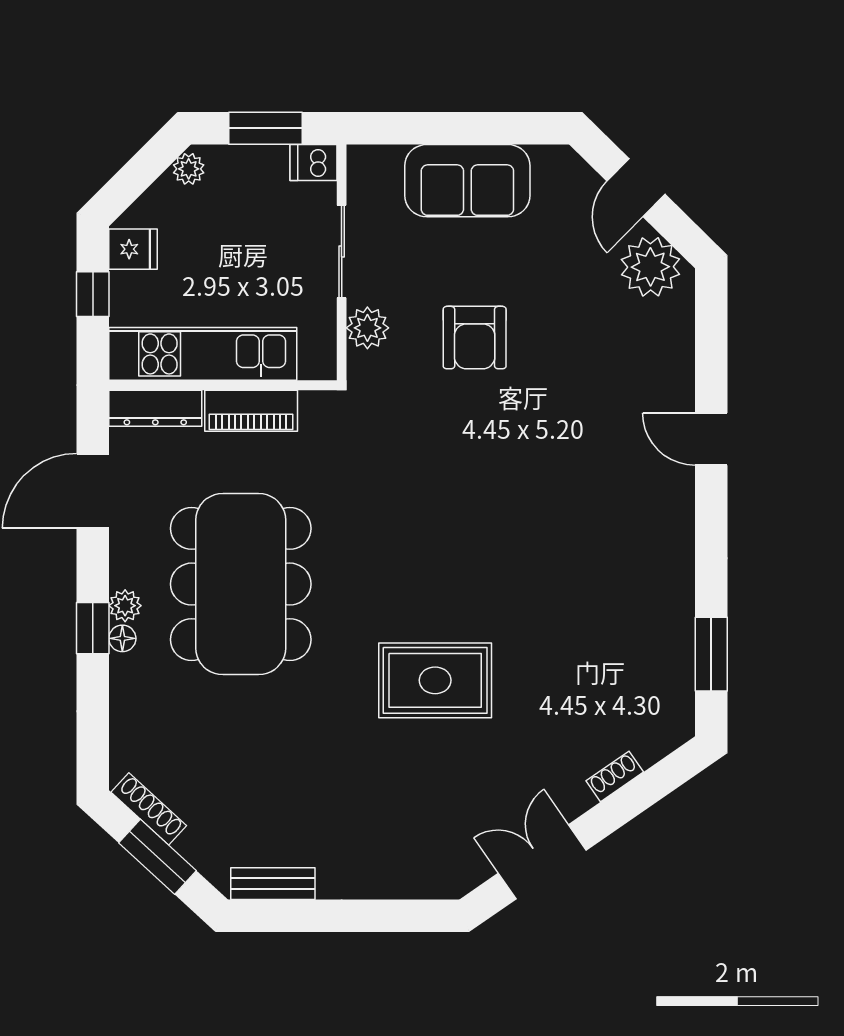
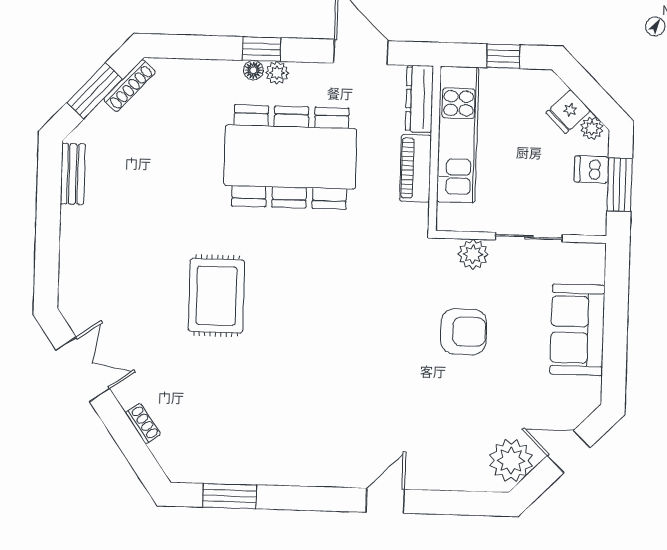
dishwasher: (313, 163) -> (591, 169), moved, turned -90
fridge: (133, 249) -> (568, 112), moved, turned 45
armchair: (475, 338) -> (464, 332), turned 180

